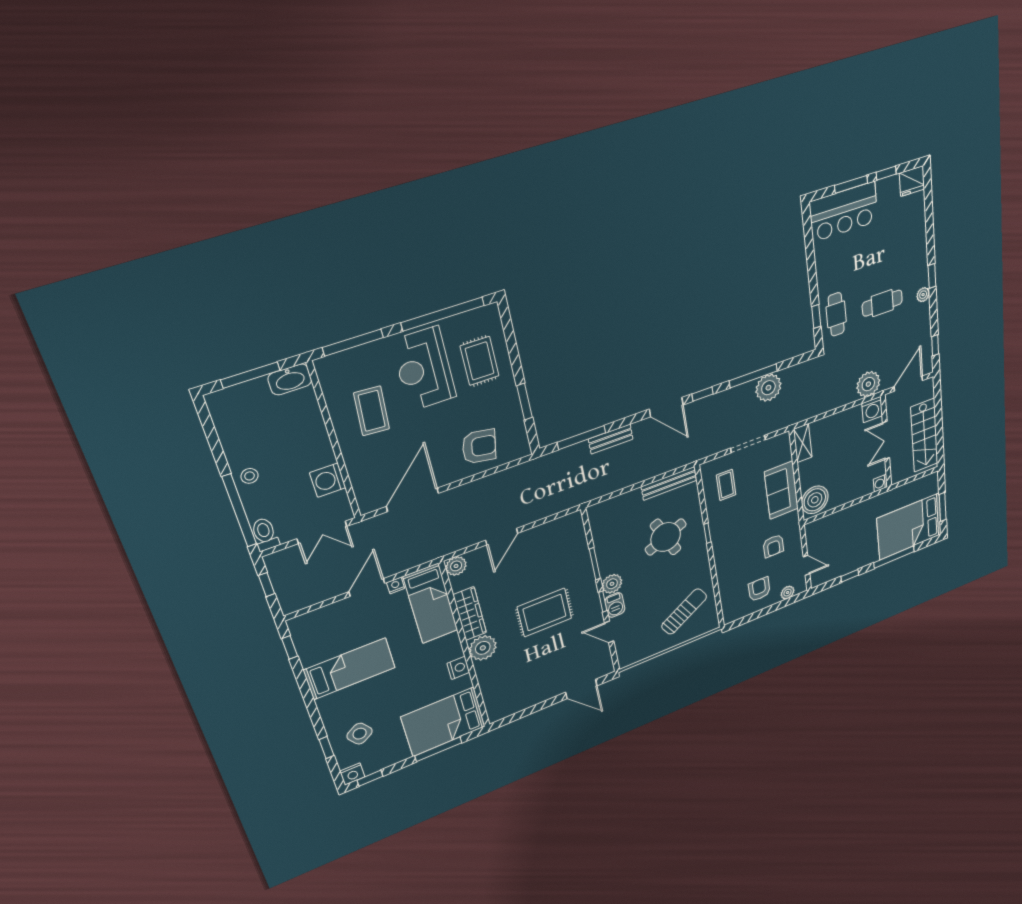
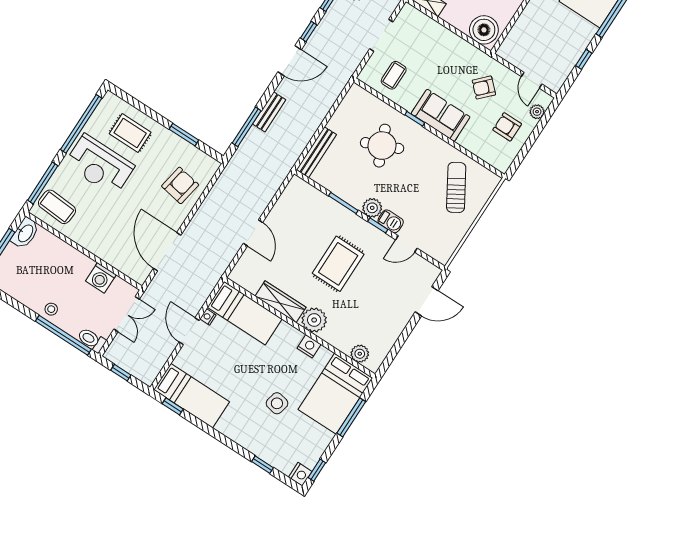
coffee table: (372, 411) -> (57, 207), moved
bench: (669, 483) -> (316, 152), moved
coffee table: (726, 485) -> (394, 75), turned 90
sofa: (781, 490) -> (441, 115), moved, turned 180
armchair: (773, 546) -> (484, 88), turned 134
door: (806, 565) -> (532, 80), swing flipped
plant: (456, 566) -> (360, 354), moved
bed: (350, 669) -> (192, 396), moved, turned 90
side table: (360, 734) -> (277, 403), moved, turned 45

